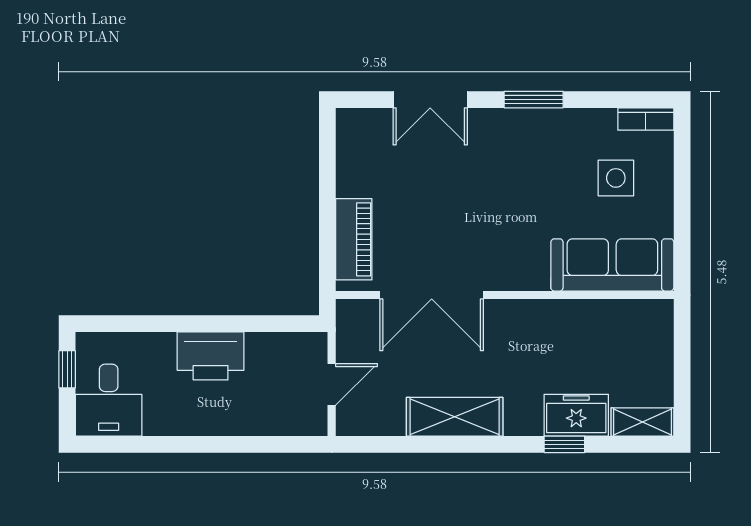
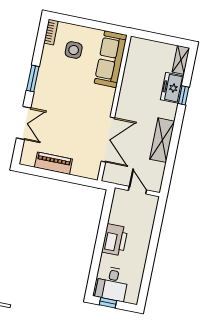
piano: (354, 239) -> (53, 163), moved
desk: (109, 400) -> (112, 284), moved, turned 90

